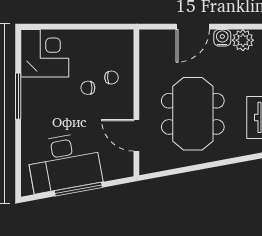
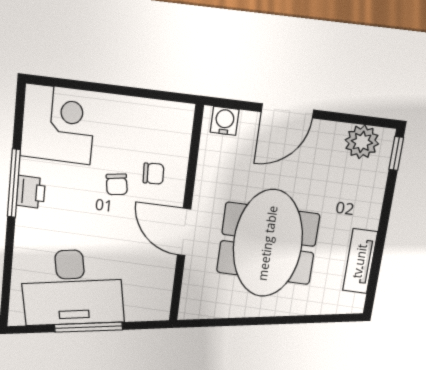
water cooler: (222, 38) -> (225, 121), moved
chair: (88, 88) -> (117, 184), turned -99
printer: (30, 100) -> (31, 192), added
door: (136, 135) -> (184, 232), moved

